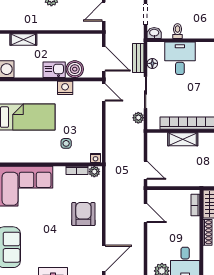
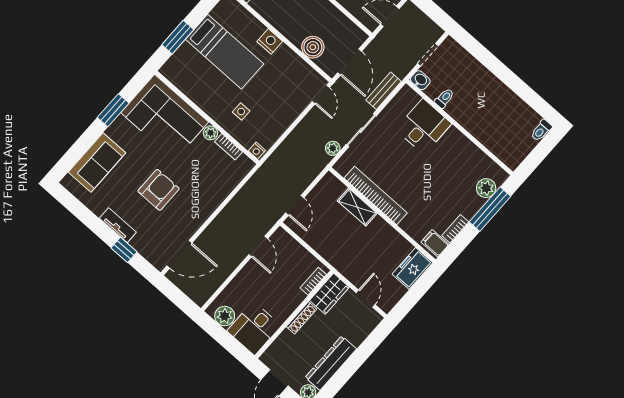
floor lamp: (152, 63) -> (392, 108), removed
kitchen sink: (54, 70) -> (292, 30), removed
nightstand: (65, 88) -> (270, 41), moved
plant: (94, 172) -> (211, 133), moved
armchair: (83, 214) -> (159, 190), moved

